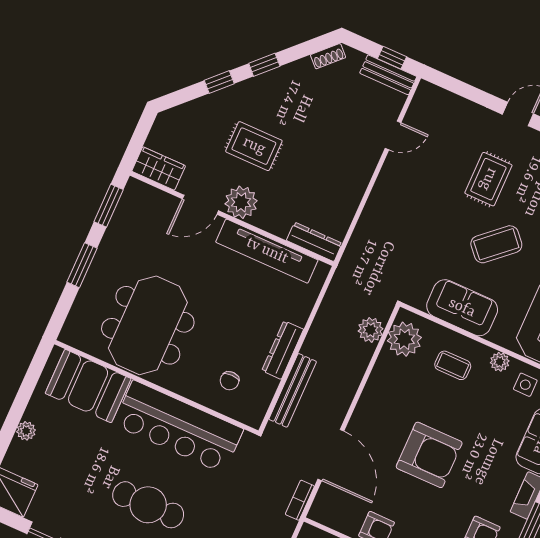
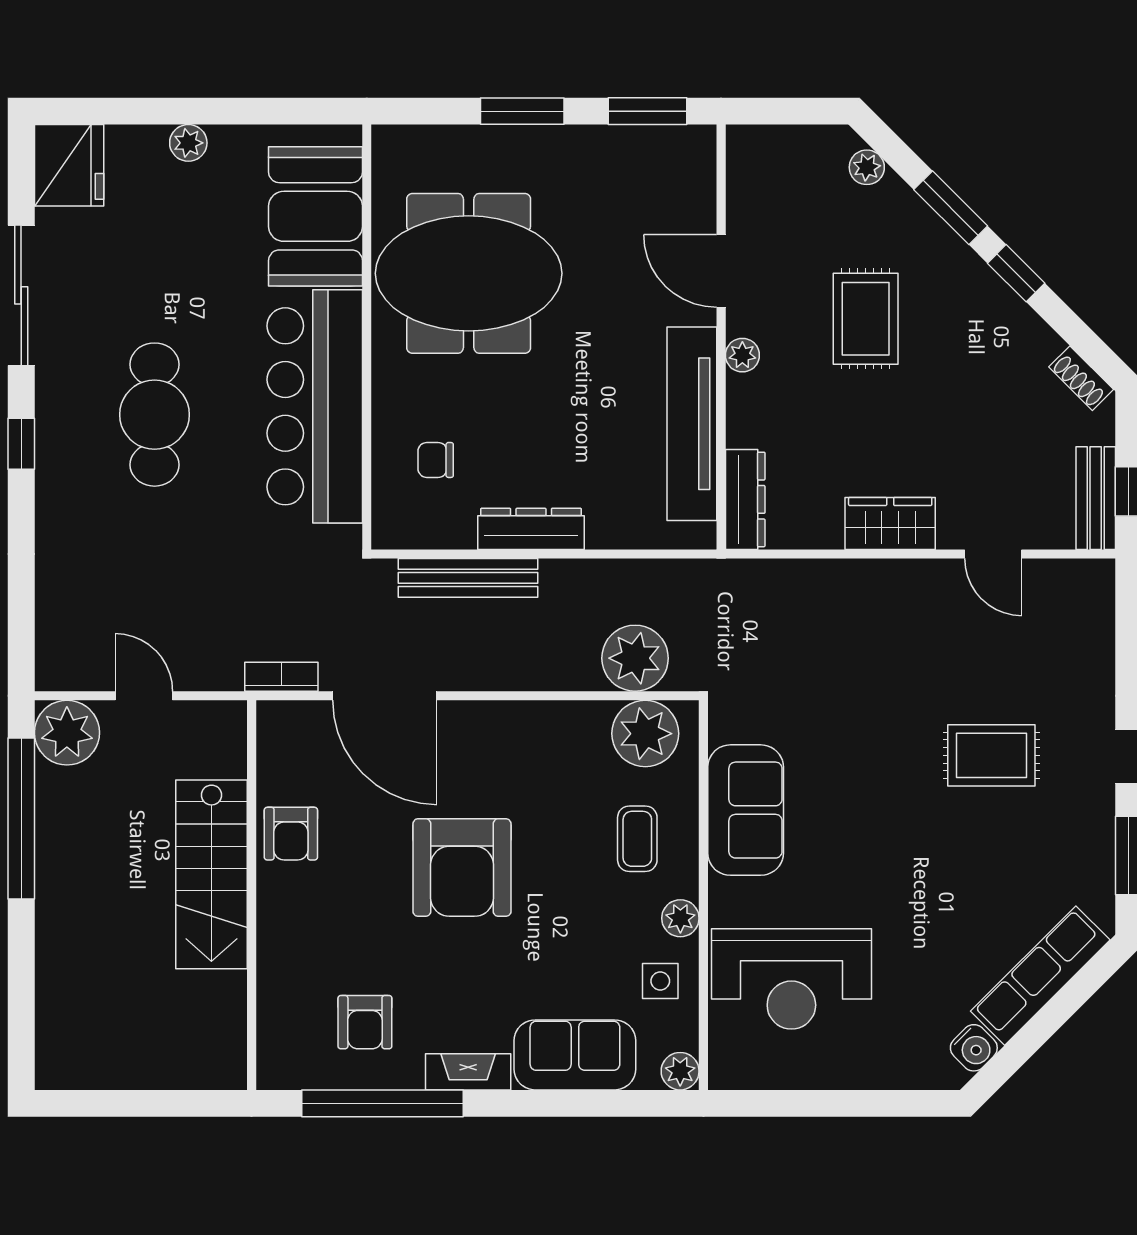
window: (219, 82) -> (951, 208), width x1.50
plant: (182, 113) -> (867, 167), added
wardrobe: (159, 169) -> (890, 523), moved, turned -90
plant: (241, 202) -> (742, 355), width x0.53, depth x0.53
coffee table: (496, 244) -> (884, 820), removed
plant: (371, 330) -> (635, 658), width x1.36, depth x1.36
door: (331, 455) -> (385, 696), hinge flipped

